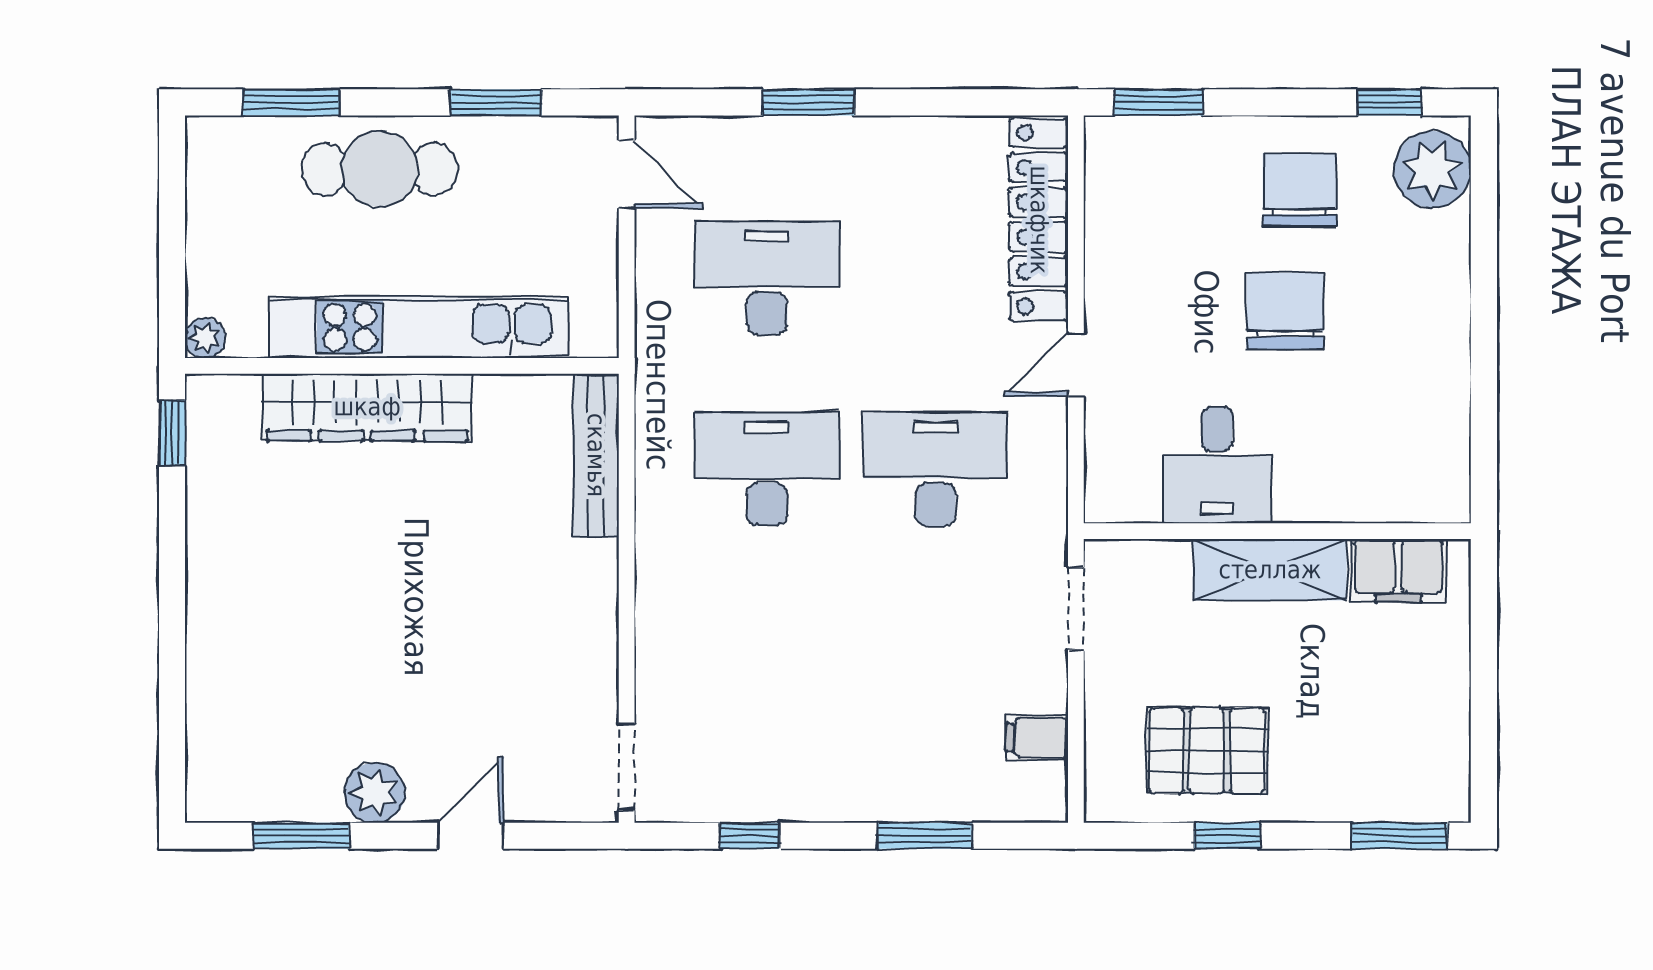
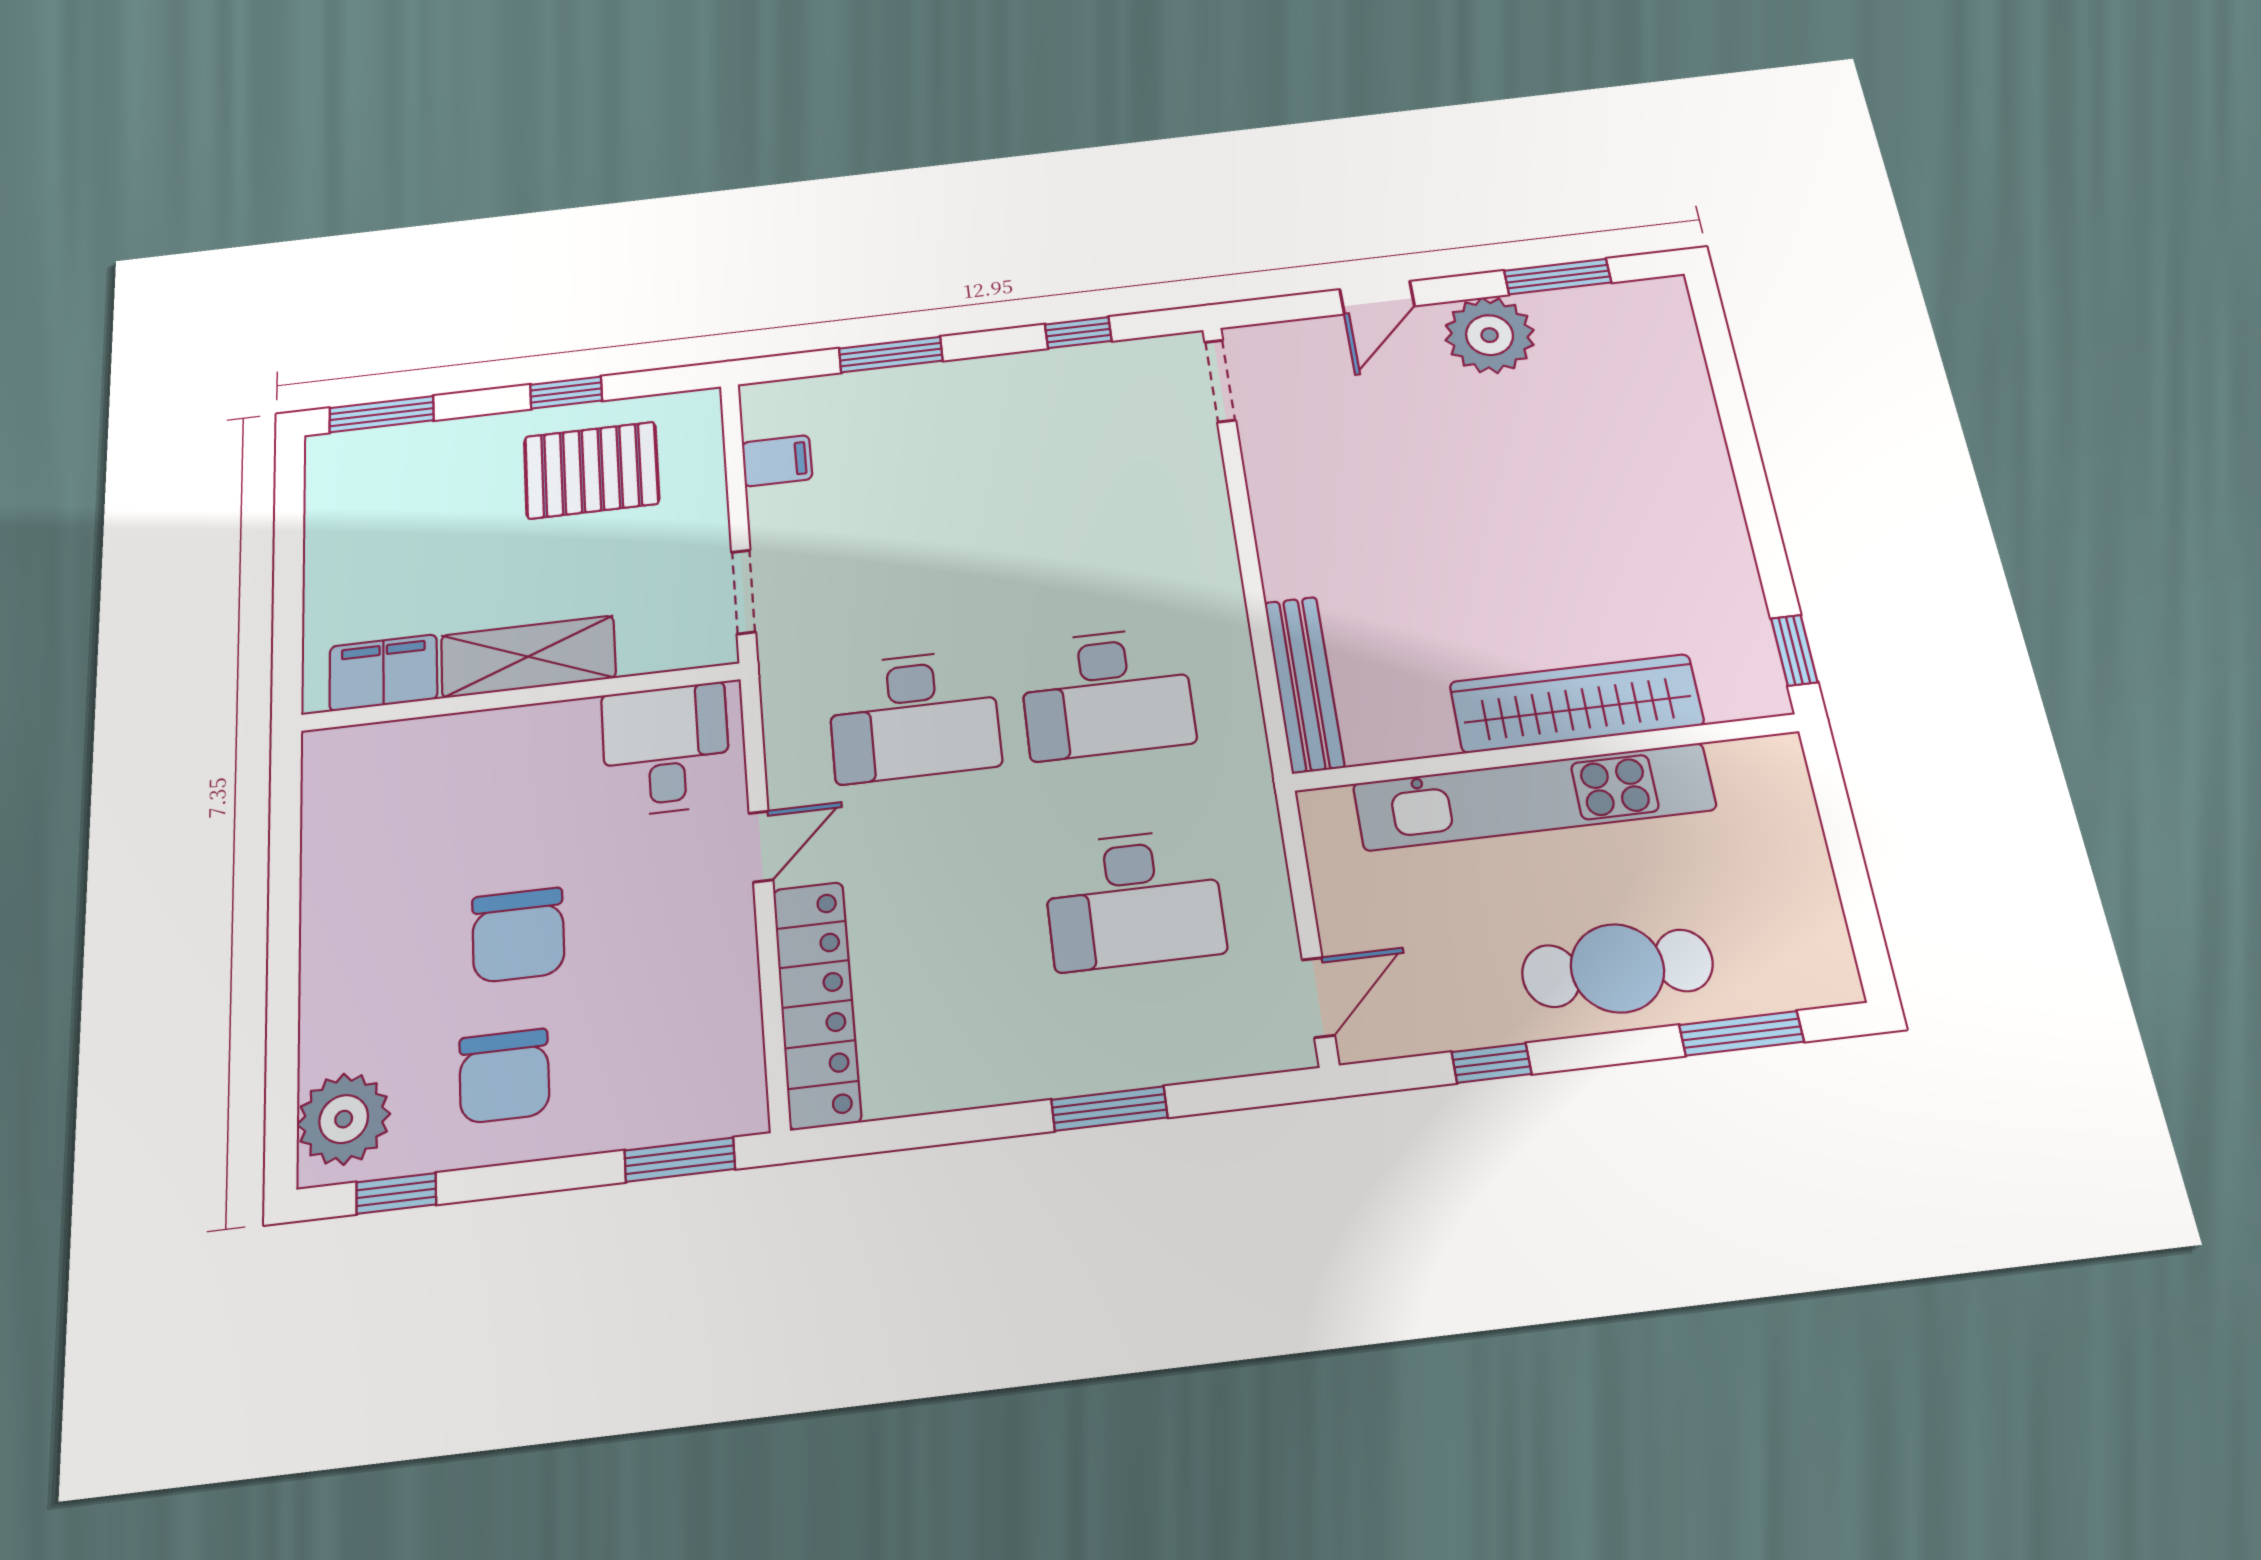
window: (496, 102) -> (1492, 1063), width x0.67
door: (627, 174) -> (1318, 997), swing flipped
plant: (205, 338) -> (1781, 755), removed
desk: (1217, 465) -> (666, 749), moved
plant: (375, 793) -> (1490, 335), width x1.36, depth x1.36

